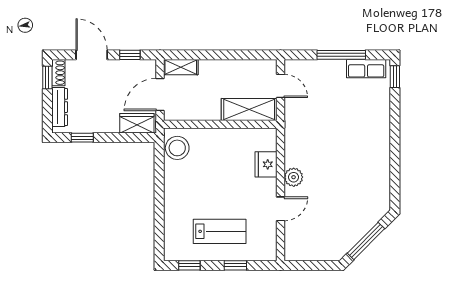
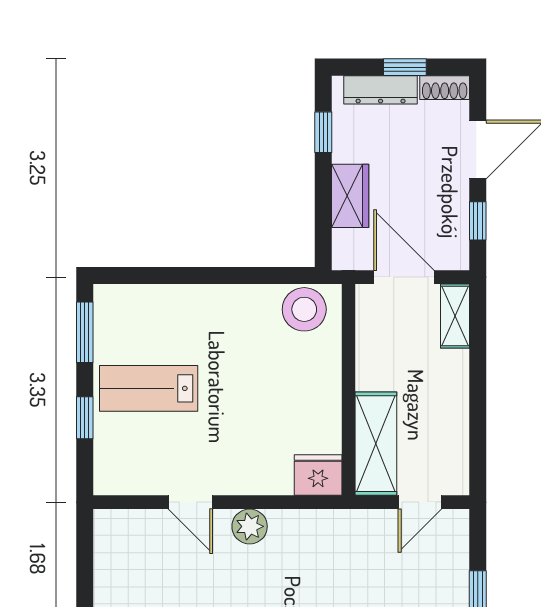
window: (47, 77) -> (405, 67), moved
wardrobe: (137, 123) -> (350, 196), moved
fridge: (266, 164) -> (318, 475), moved
lab bench: (220, 231) -> (149, 388), turned 90
window: (189, 265) -> (85, 332), width x1.50

